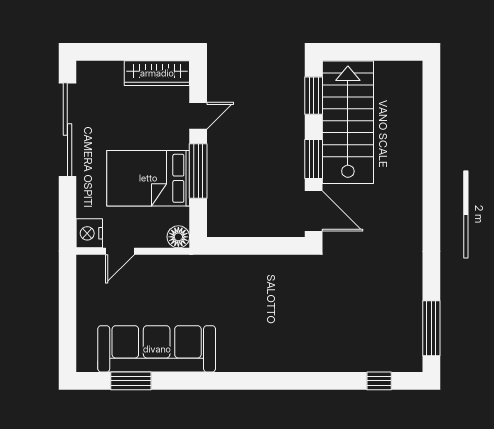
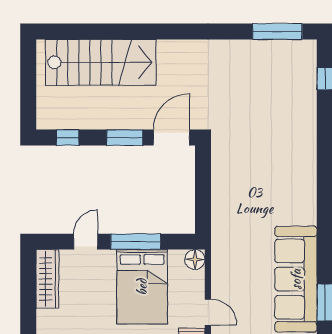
window: (314, 96) -> (68, 138), width x0.67
door: (198, 116) -> (86, 242), hinge flipped
stairs: (348, 122) -> (101, 62), moved, turned 180

